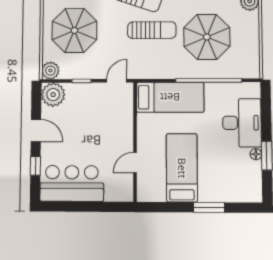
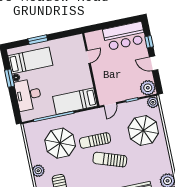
bed: (182, 168) -> (30, 60), moved, turned -90

